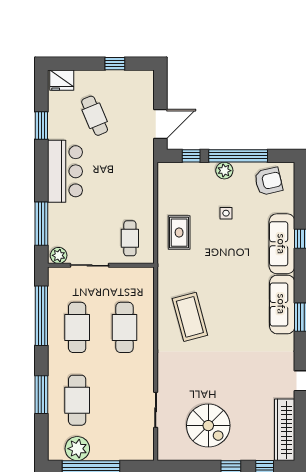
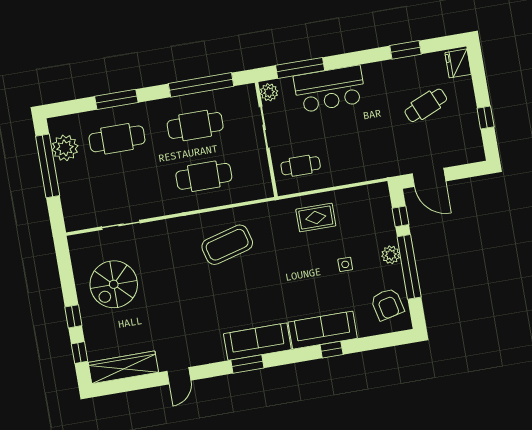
bar counter: (65, 171) -> (330, 89), moved

